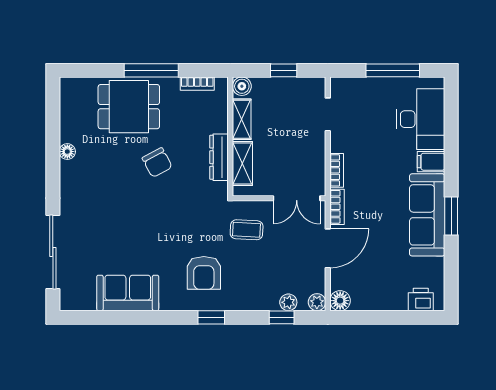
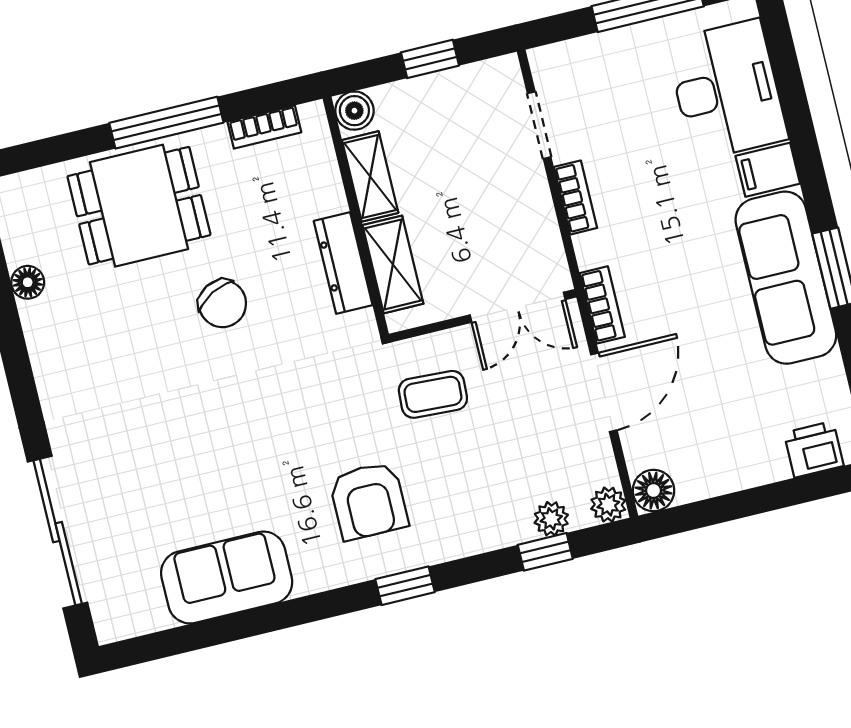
floor lamp: (67, 152) -> (28, 282), moved
bookcase: (337, 170) -> (576, 197), moved

